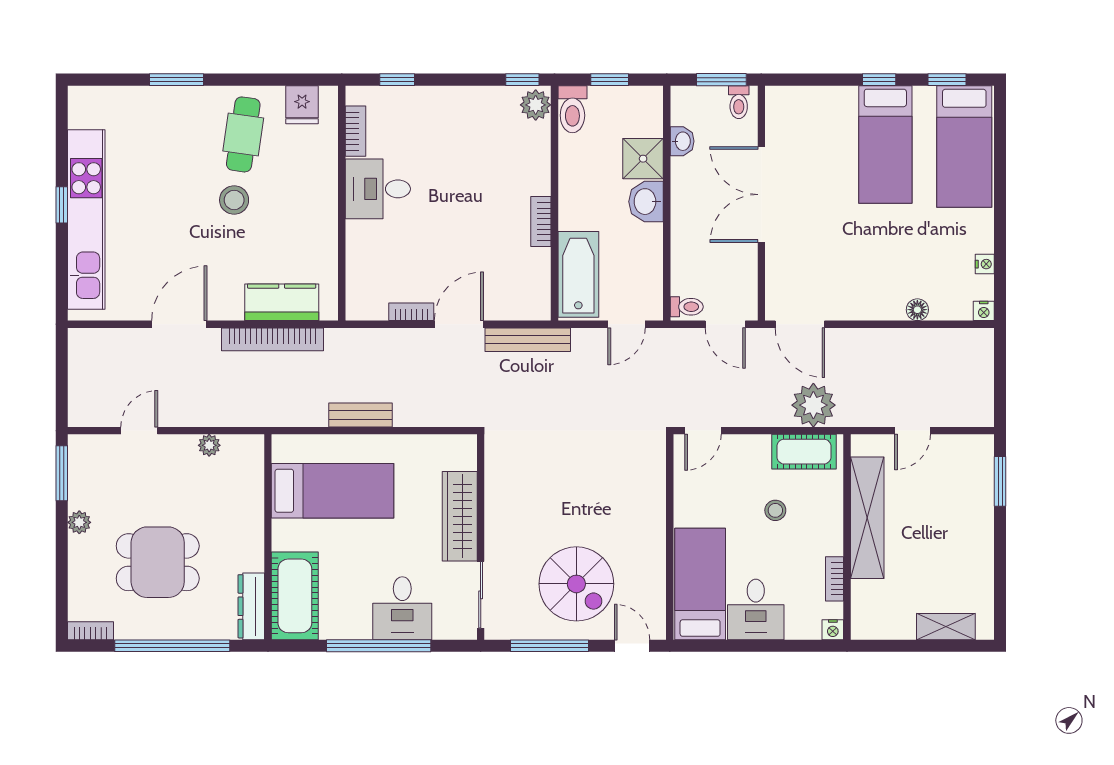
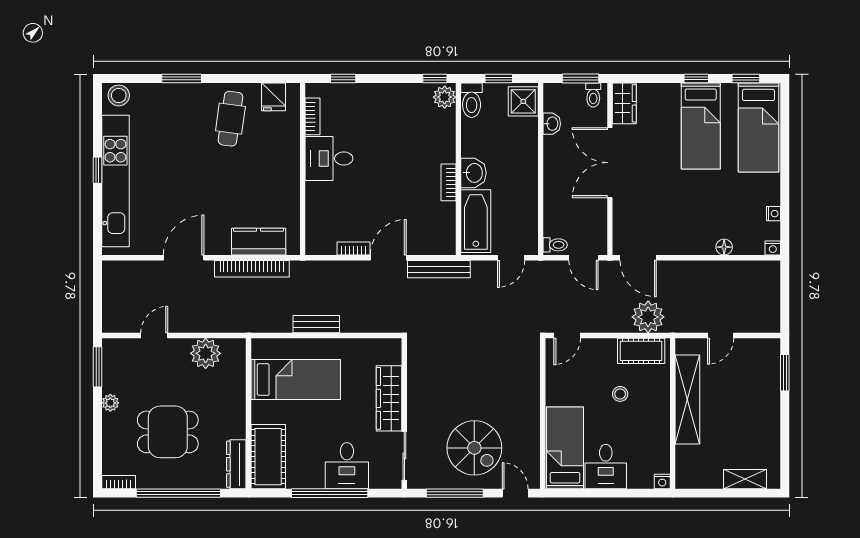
wardrobe: (781, 114) -> (624, 103), added
shower: (643, 159) -> (523, 101), moved
stool: (234, 200) -> (119, 95), moved
washbasin: (646, 202) -> (474, 173), moved, turned 180
plant: (209, 445) -> (206, 353), width x1.88, depth x1.88
bookcase: (835, 579) -> (664, 444), removed

